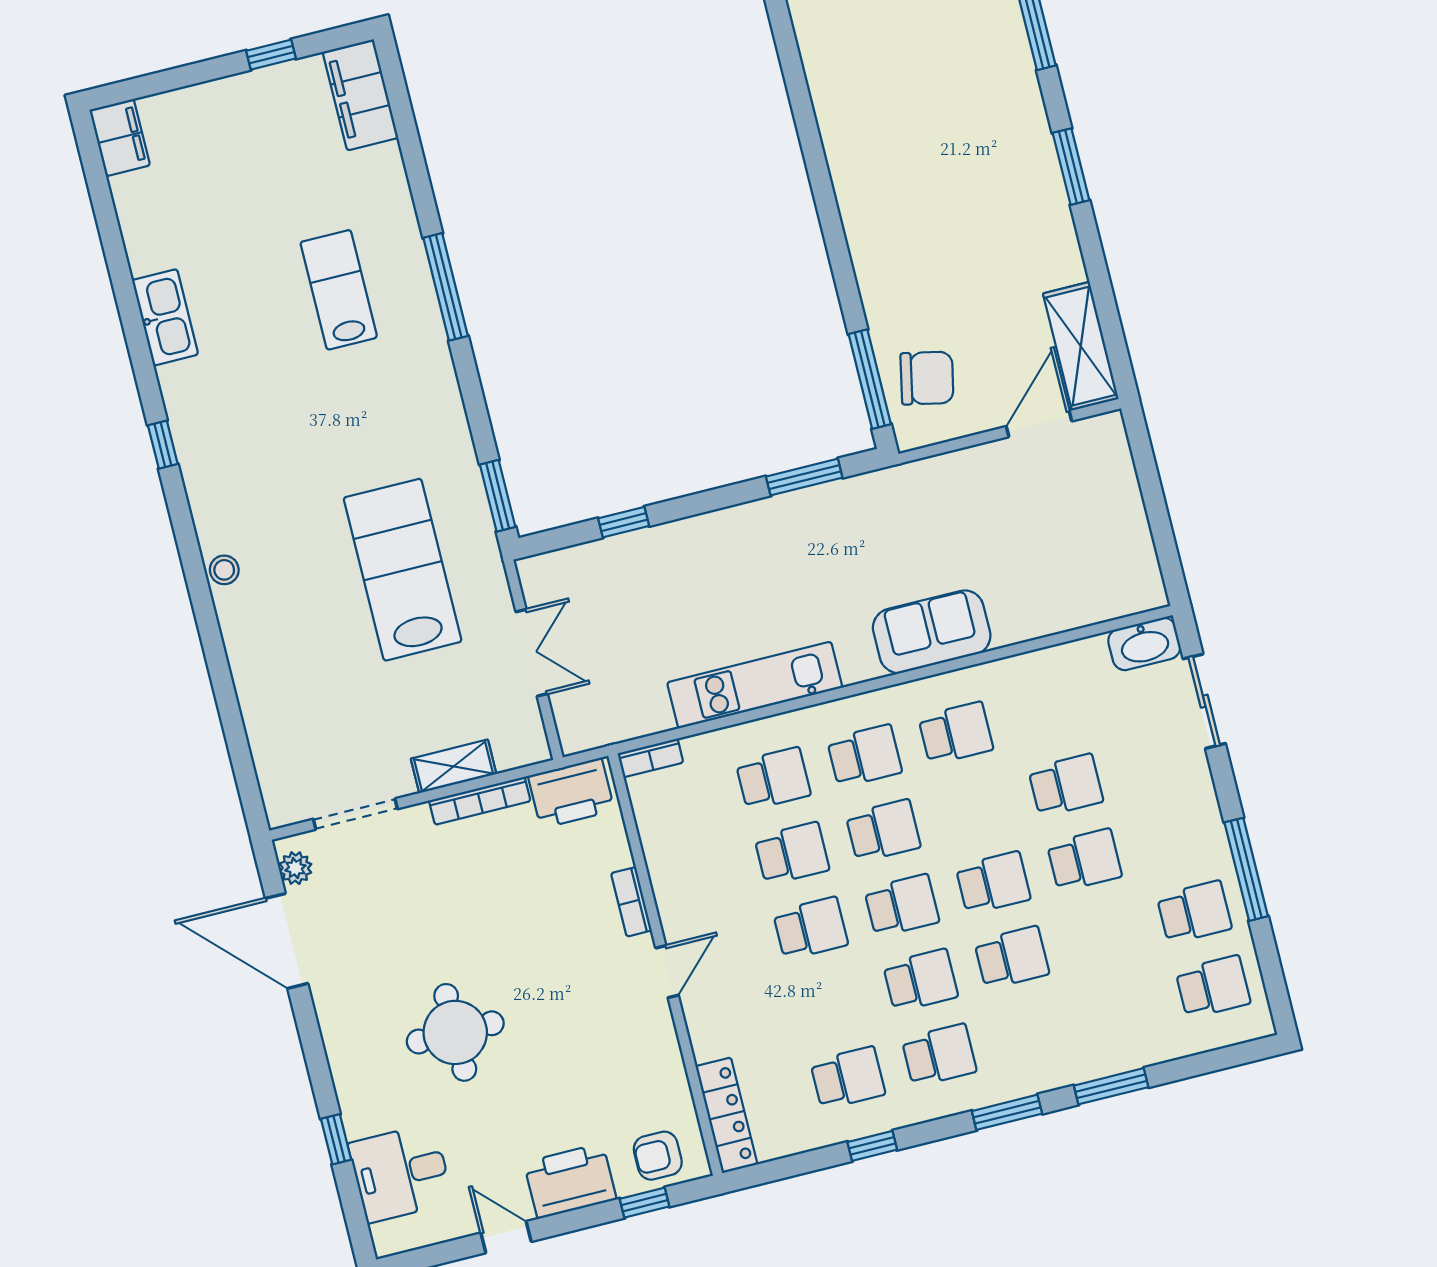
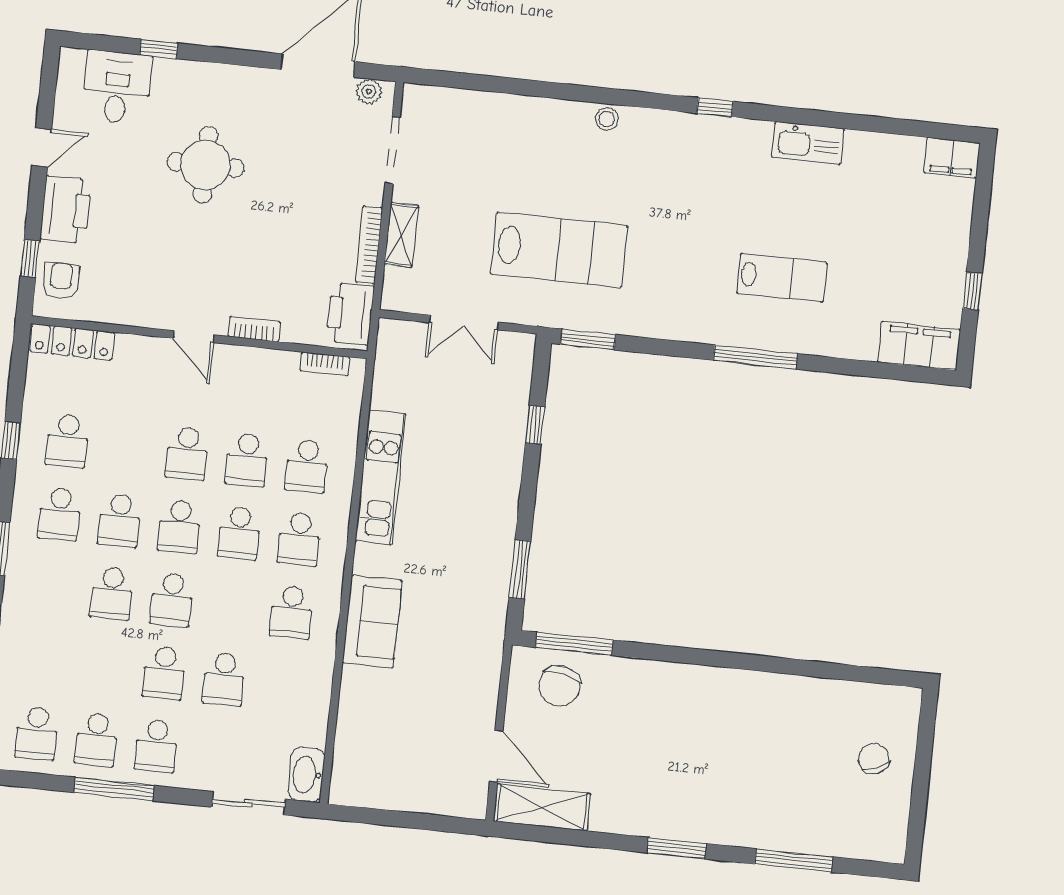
bookcase: (650, 758) -> (325, 364), moved, turned -90
school desk: (1176, 837) -> (156, 746), added

